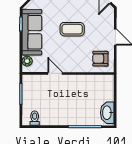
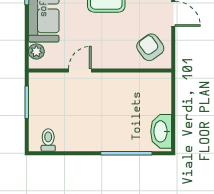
armchair: (100, 59) -> (150, 47), turned 54
door: (55, 73) -> (80, 71), hinge flipped

